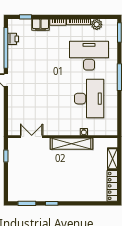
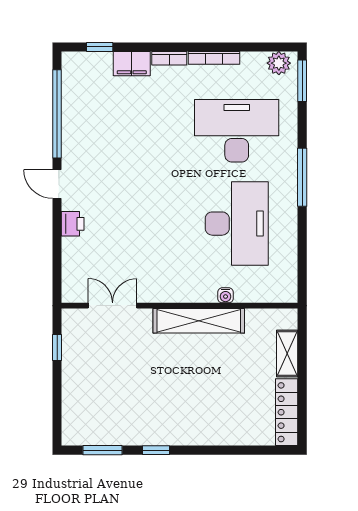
plant: (97, 24) -> (279, 63), moved
printer: (13, 39) -> (73, 224), moved

